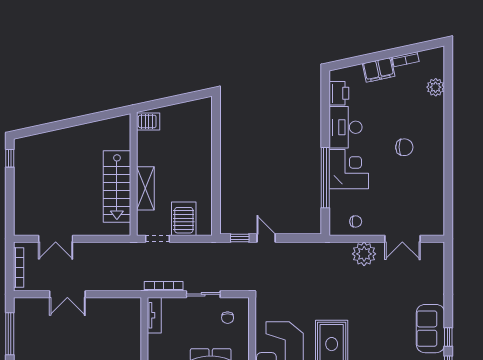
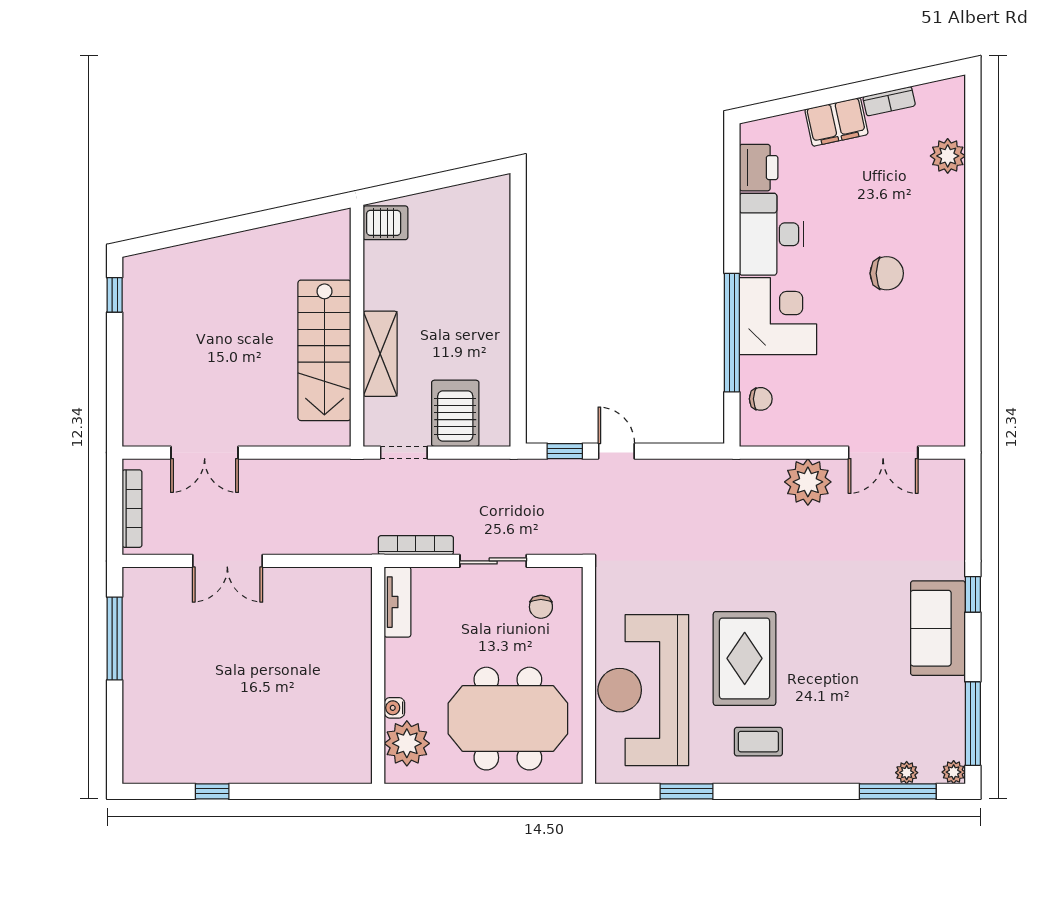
chair: (356, 221) -> (761, 399), moved
window: (448, 337) -> (973, 594), moved

